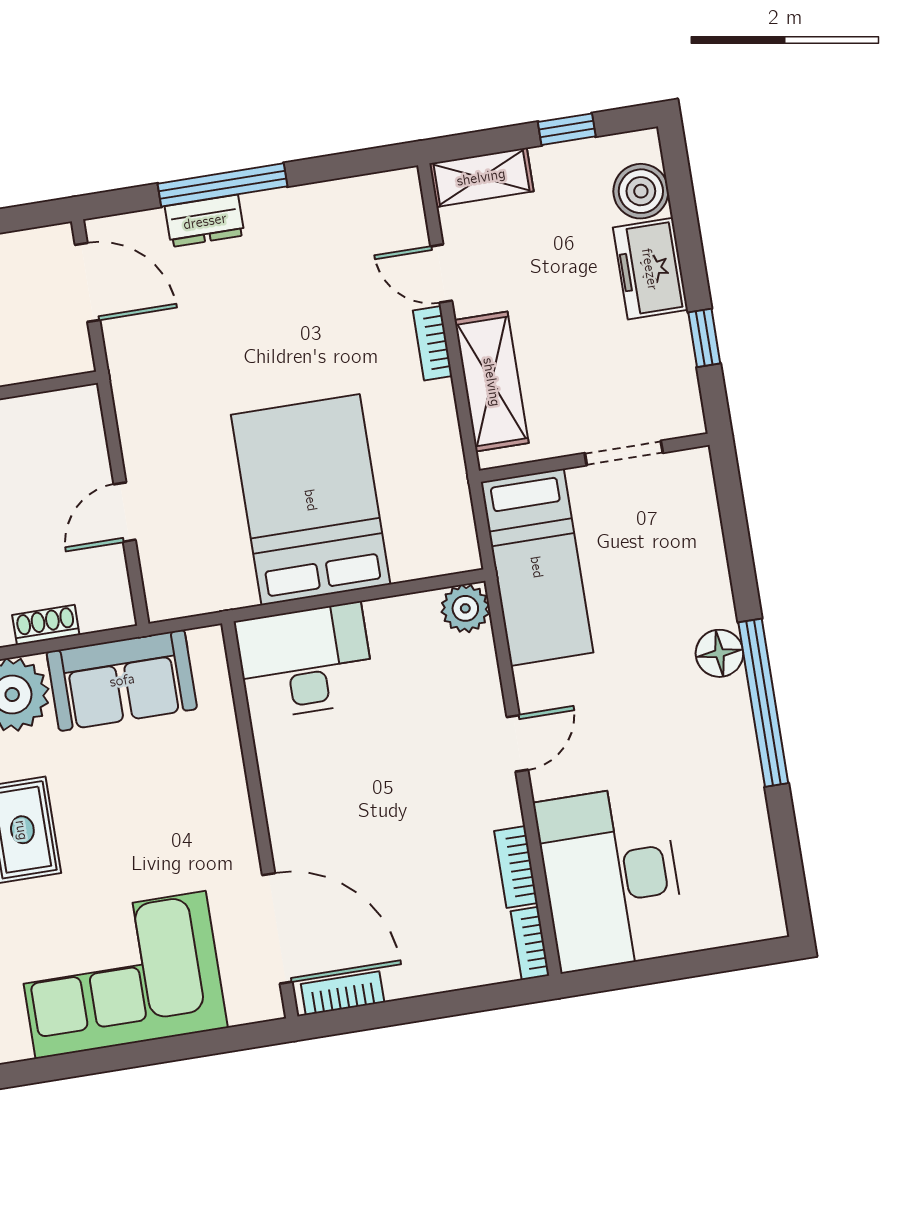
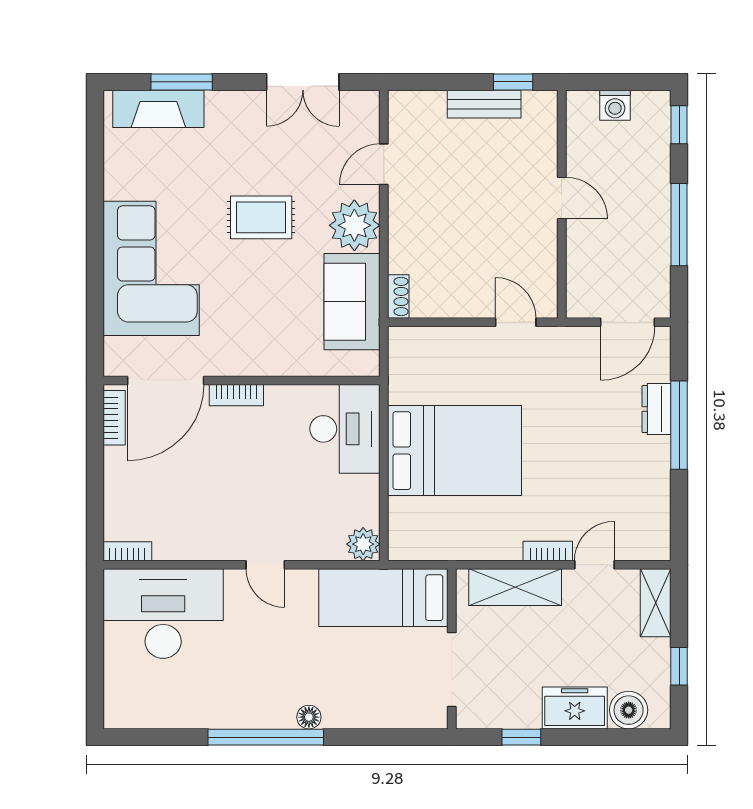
doorway: (624, 453) -> (452, 669), width x1.38
door: (125, 512) -> (516, 322), moved
shoe rack: (46, 625) -> (398, 296), moved
floor lamp: (719, 653) -> (309, 717), width x0.73, depth x0.73
bookcase: (516, 867) -> (236, 395), moved, turned 180

